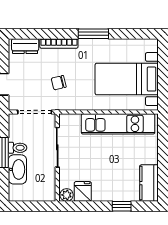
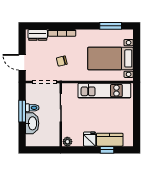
window: (93, 34) -> (111, 26), moved
kitchen counter: (149, 183) -> (110, 140), moved, turned 90
fridge: (83, 191) -> (90, 139), moved

